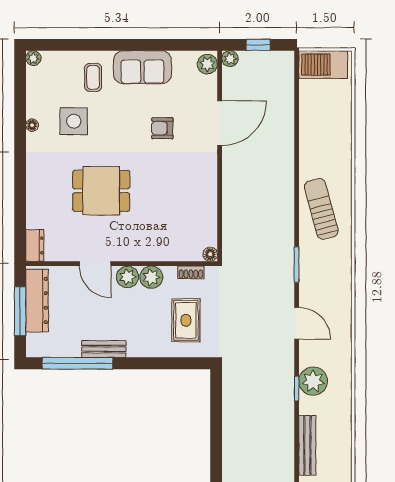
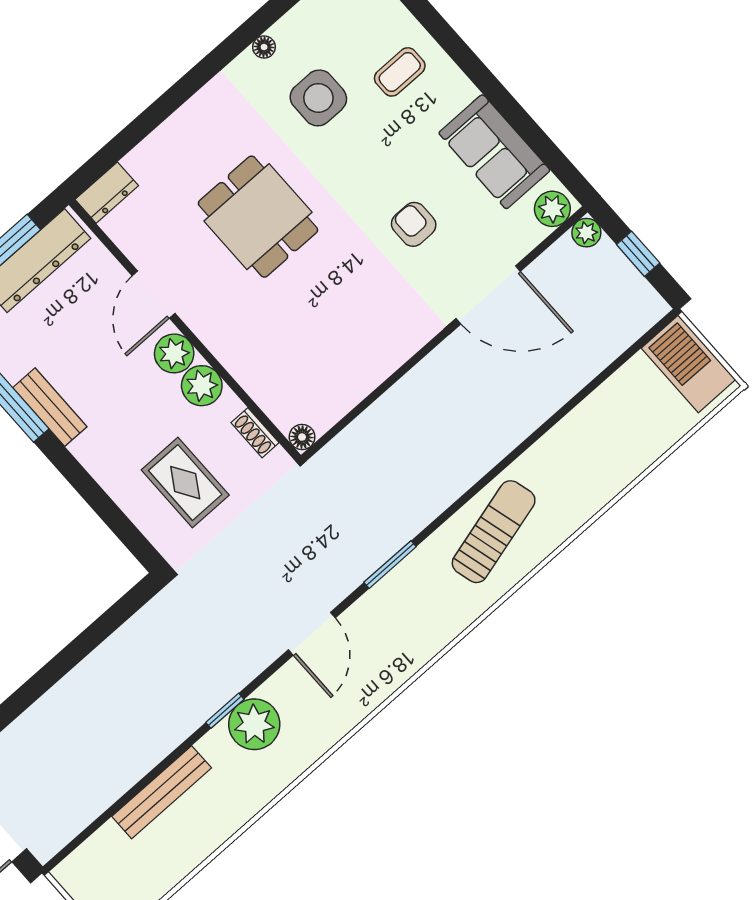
sofa: (142, 67) -> (494, 152), moved
rug: (186, 320) -> (185, 483), turned 90

